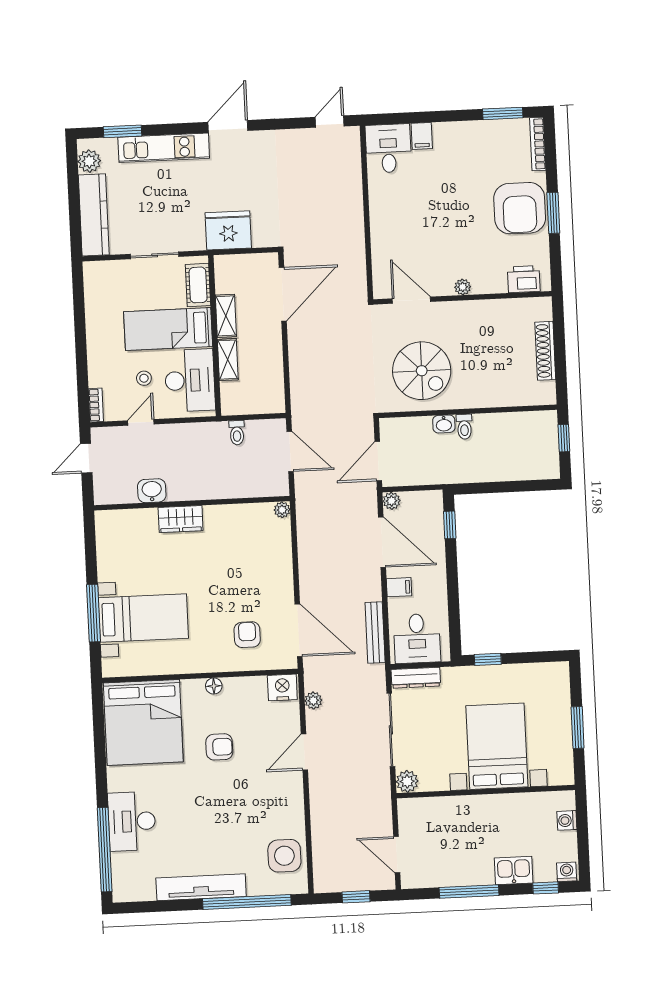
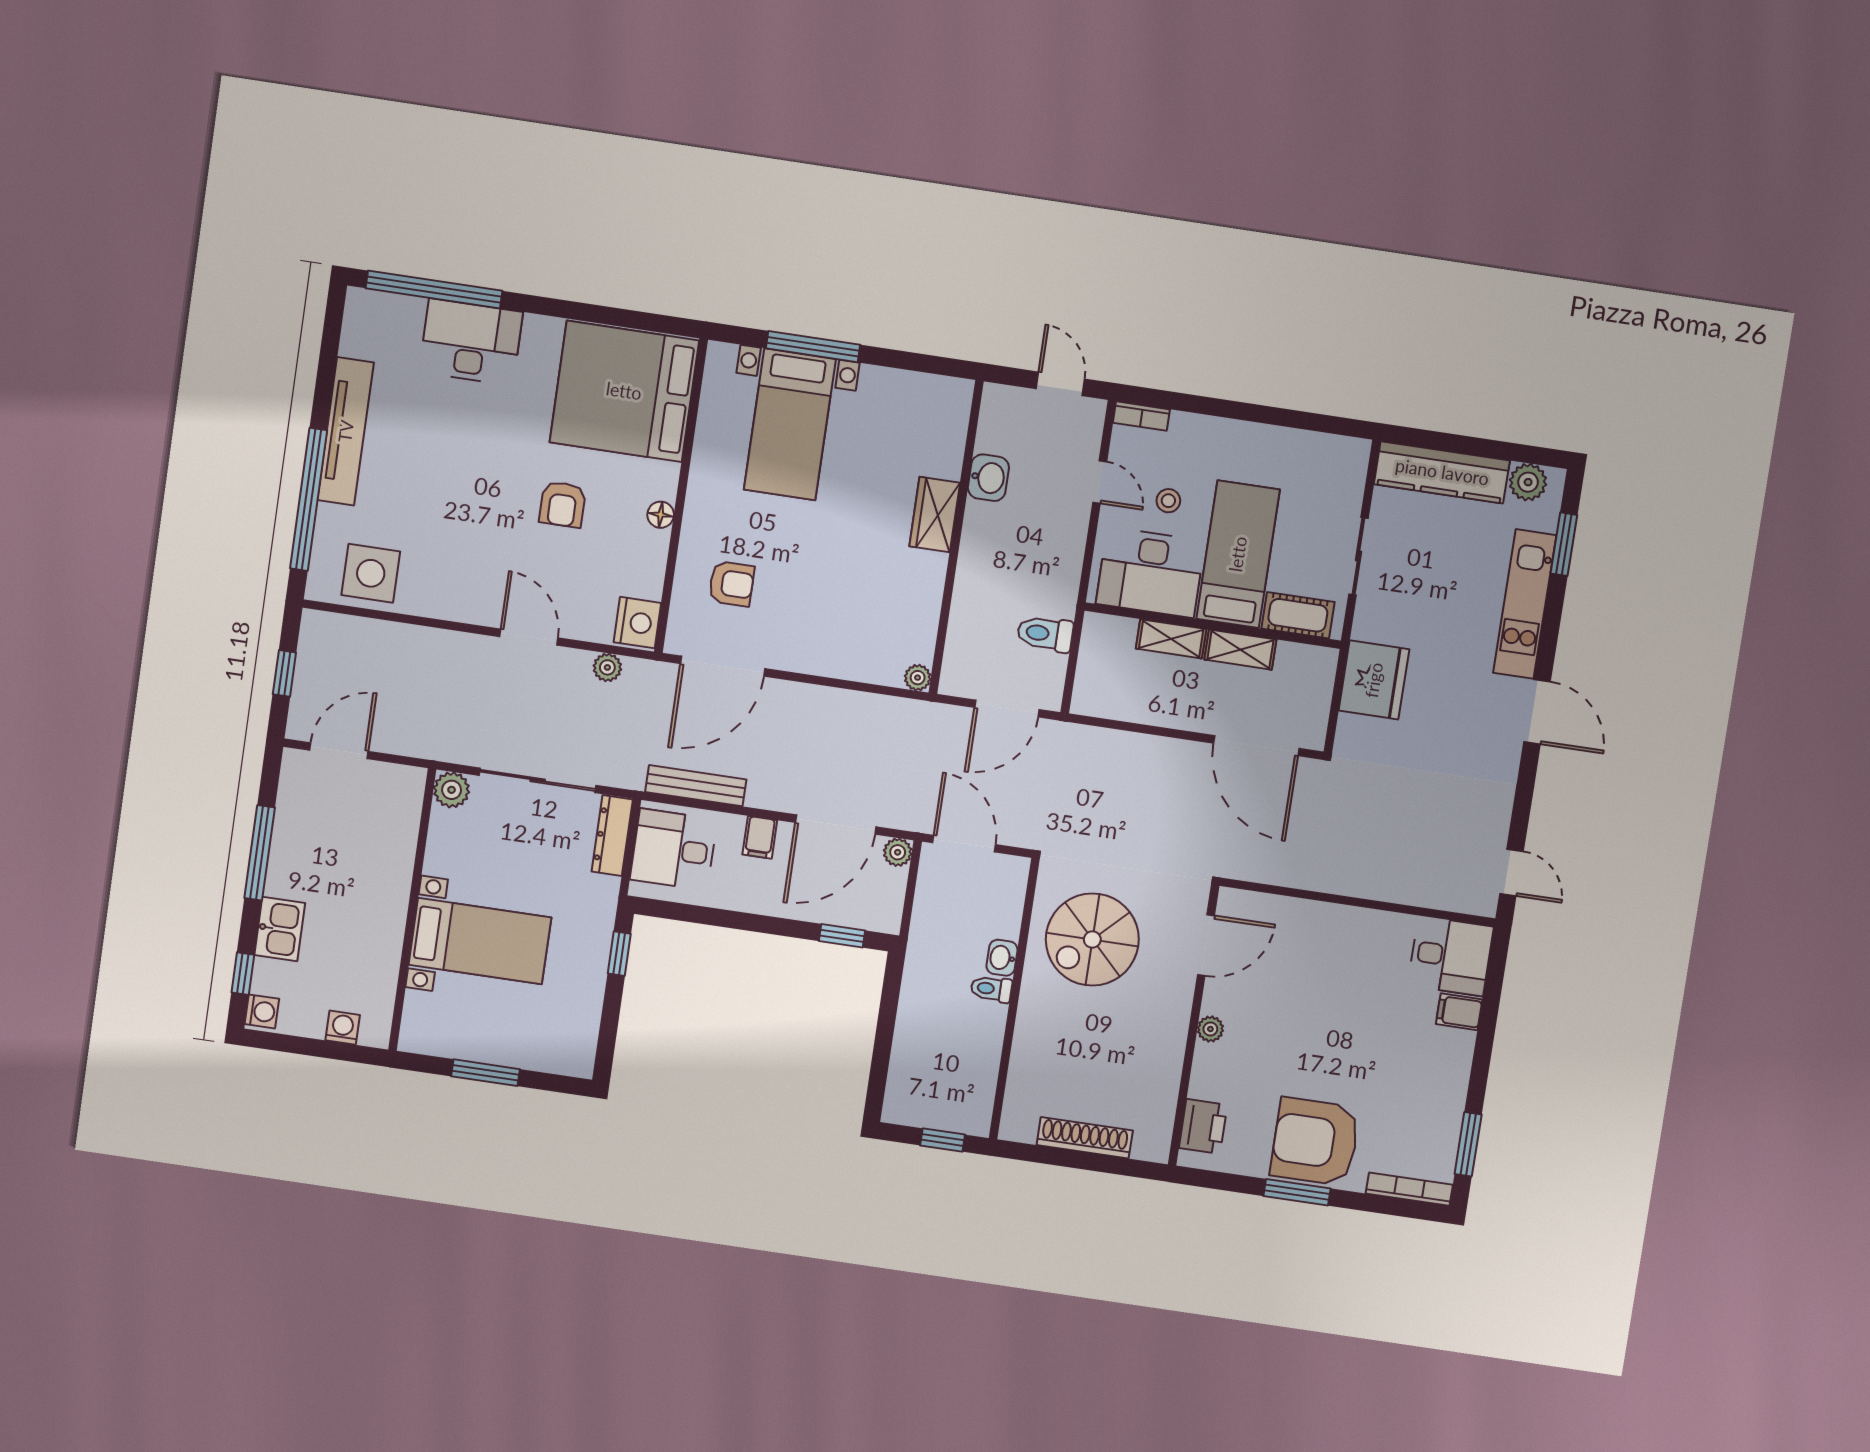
toilet: (237, 433) -> (1045, 634), width x1.37, depth x1.39
bed with nightstands: (497, 746) -> (480, 941), width x0.73

